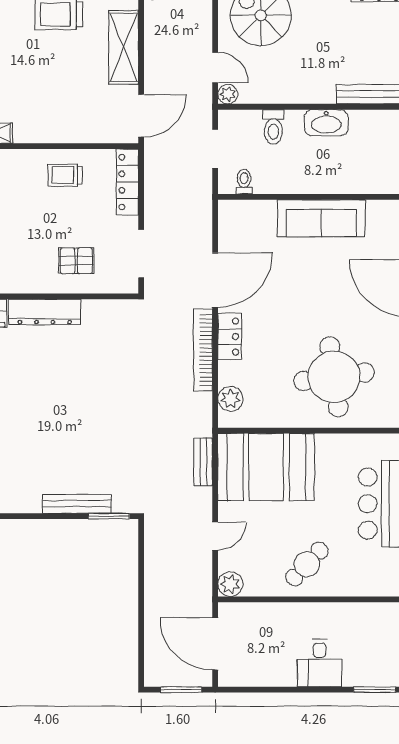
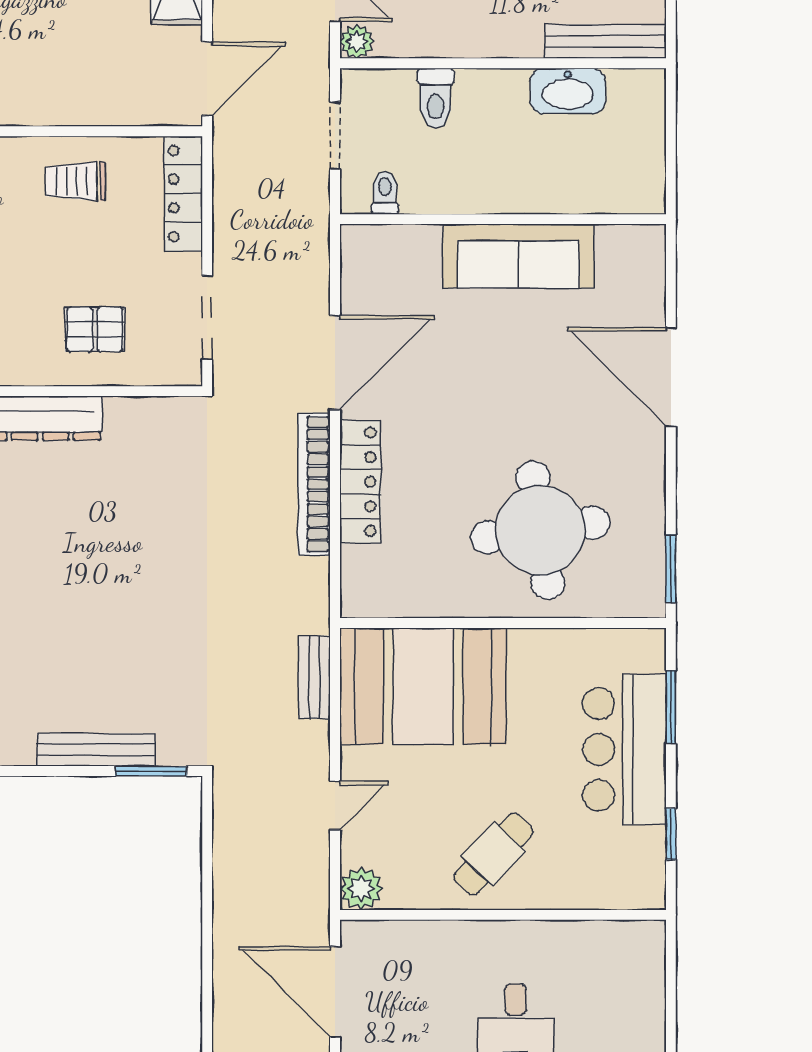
washbasin: (326, 123) -> (568, 91), moved
locker: (230, 337) -> (360, 482), width x1.53
plant: (230, 399) -> (361, 568), removed

